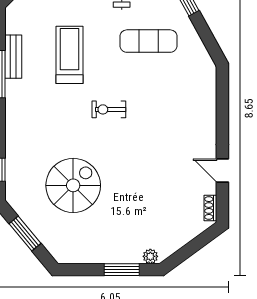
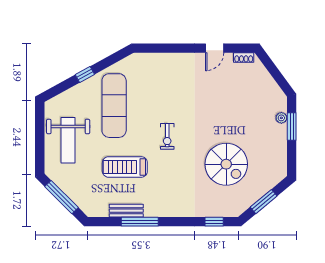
exercise mat: (149, 41) -> (114, 106), width x1.36, depth x1.45
spiral stairs: (73, 185) -> (226, 164), turned 180
plant: (150, 256) -> (281, 118), moved

